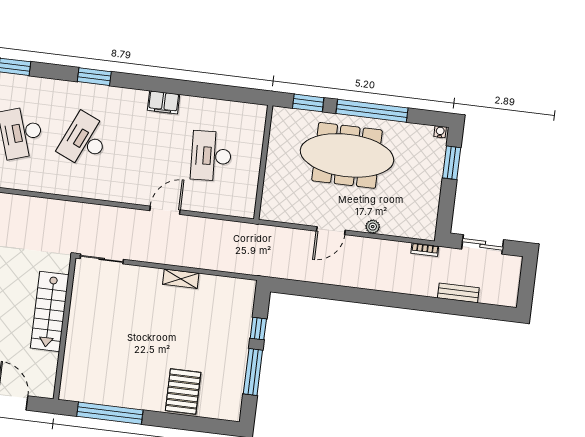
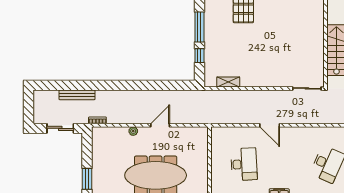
door: (165, 210) -> (270, 125), hinge flipped
shelving: (181, 279) -> (228, 82), moved
bench: (458, 293) -> (77, 95), width x1.36

